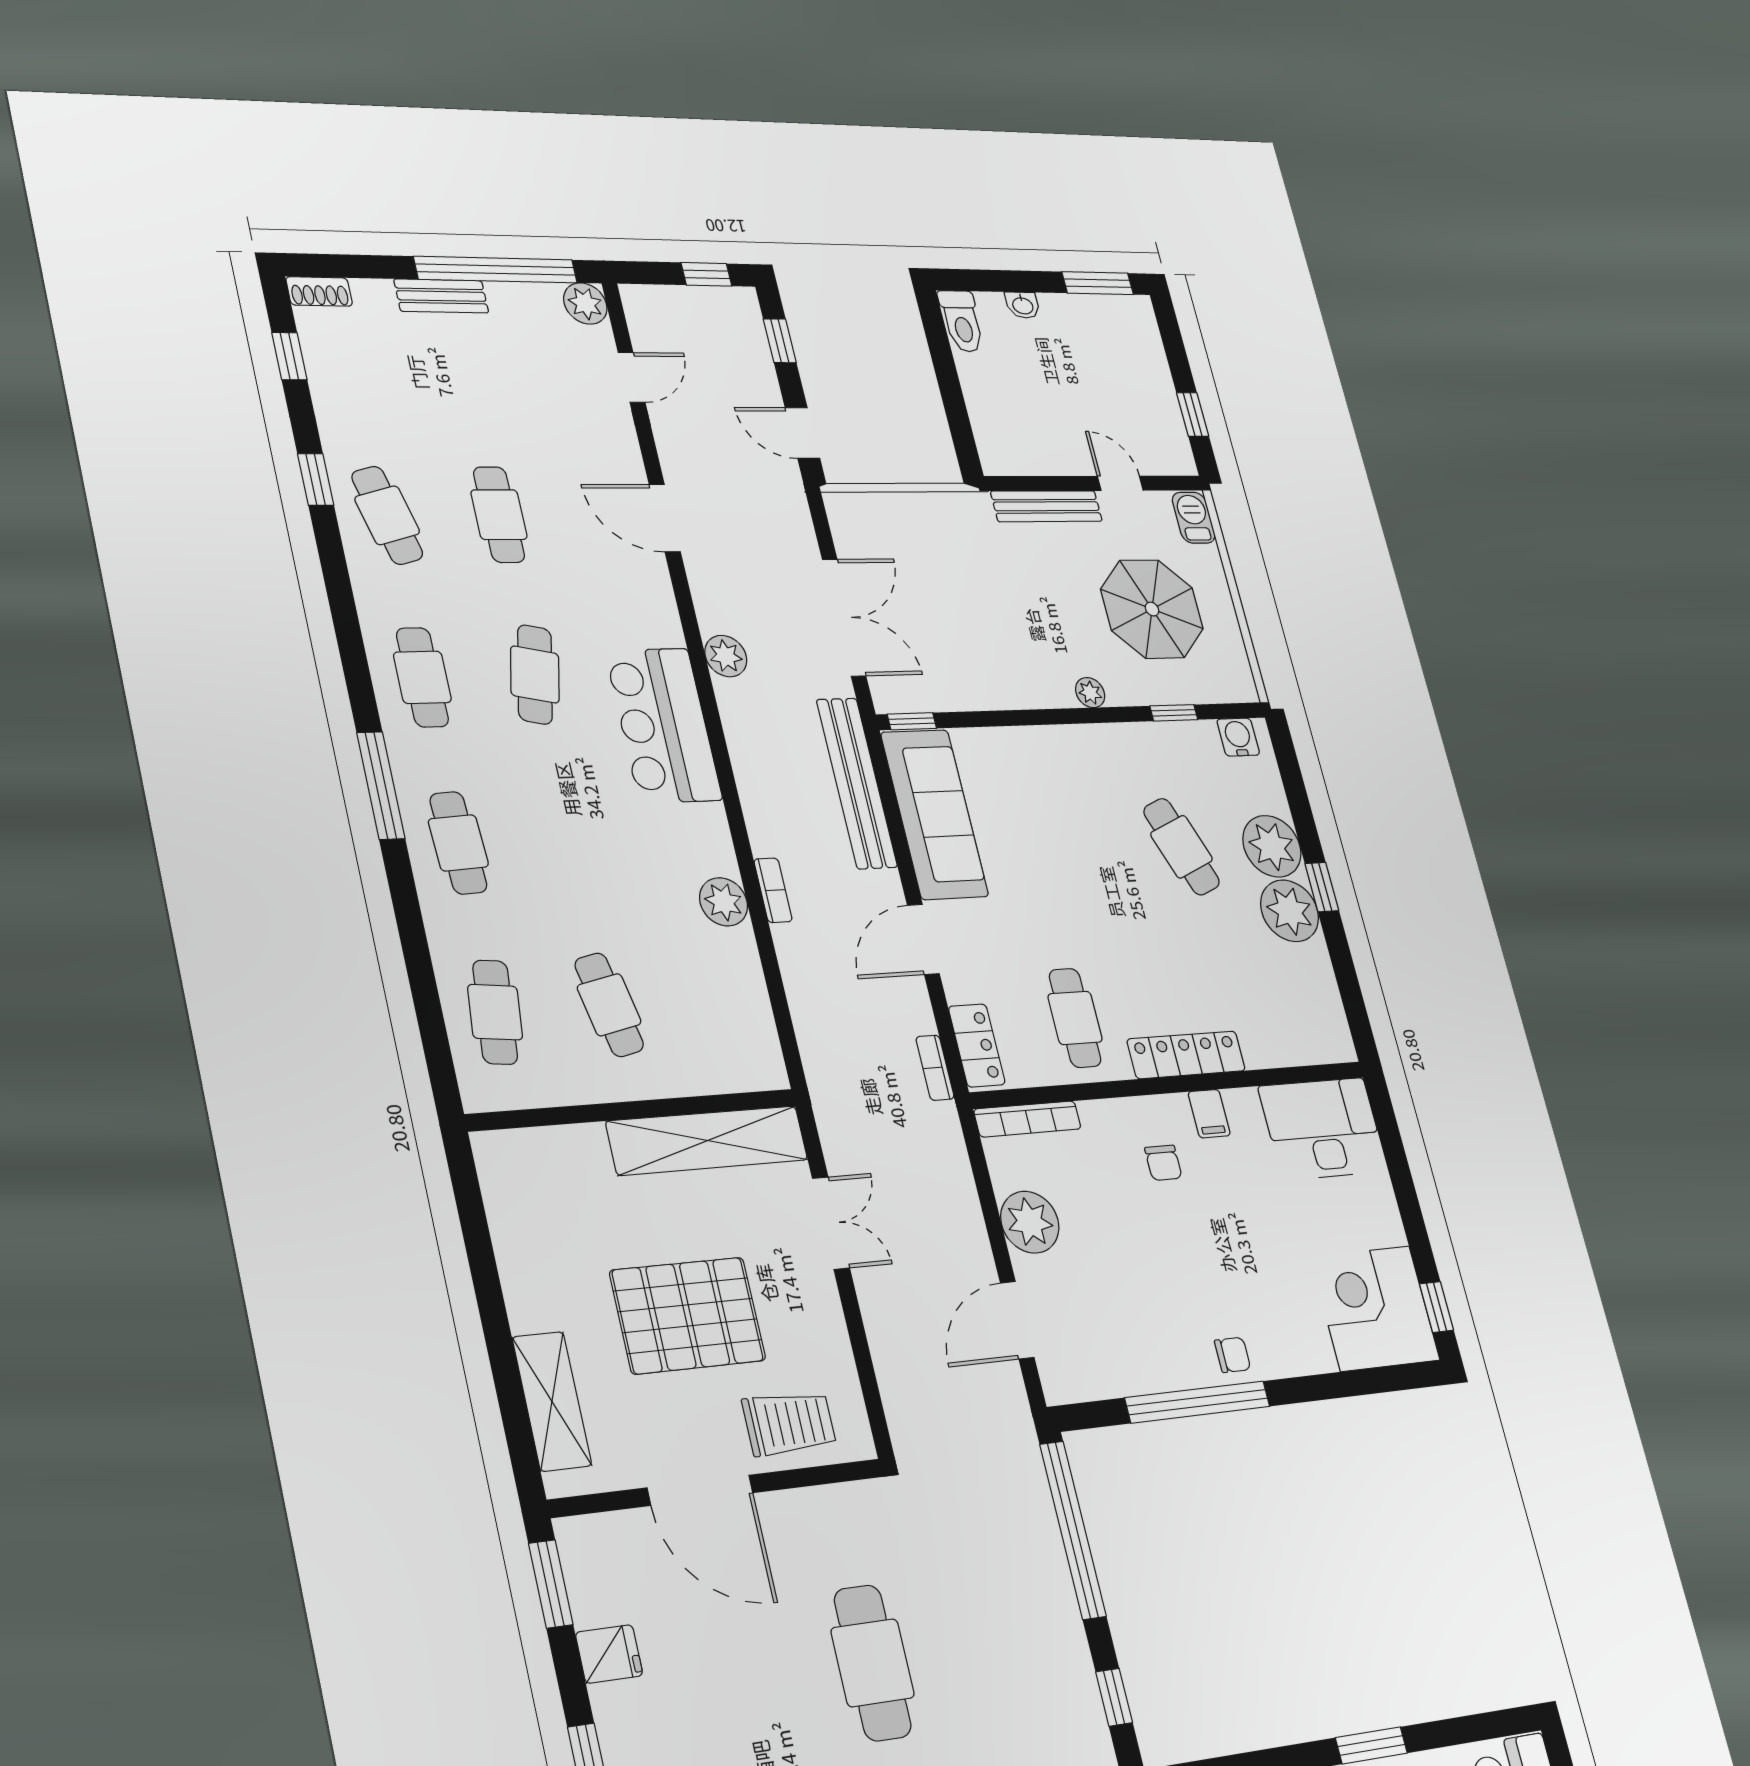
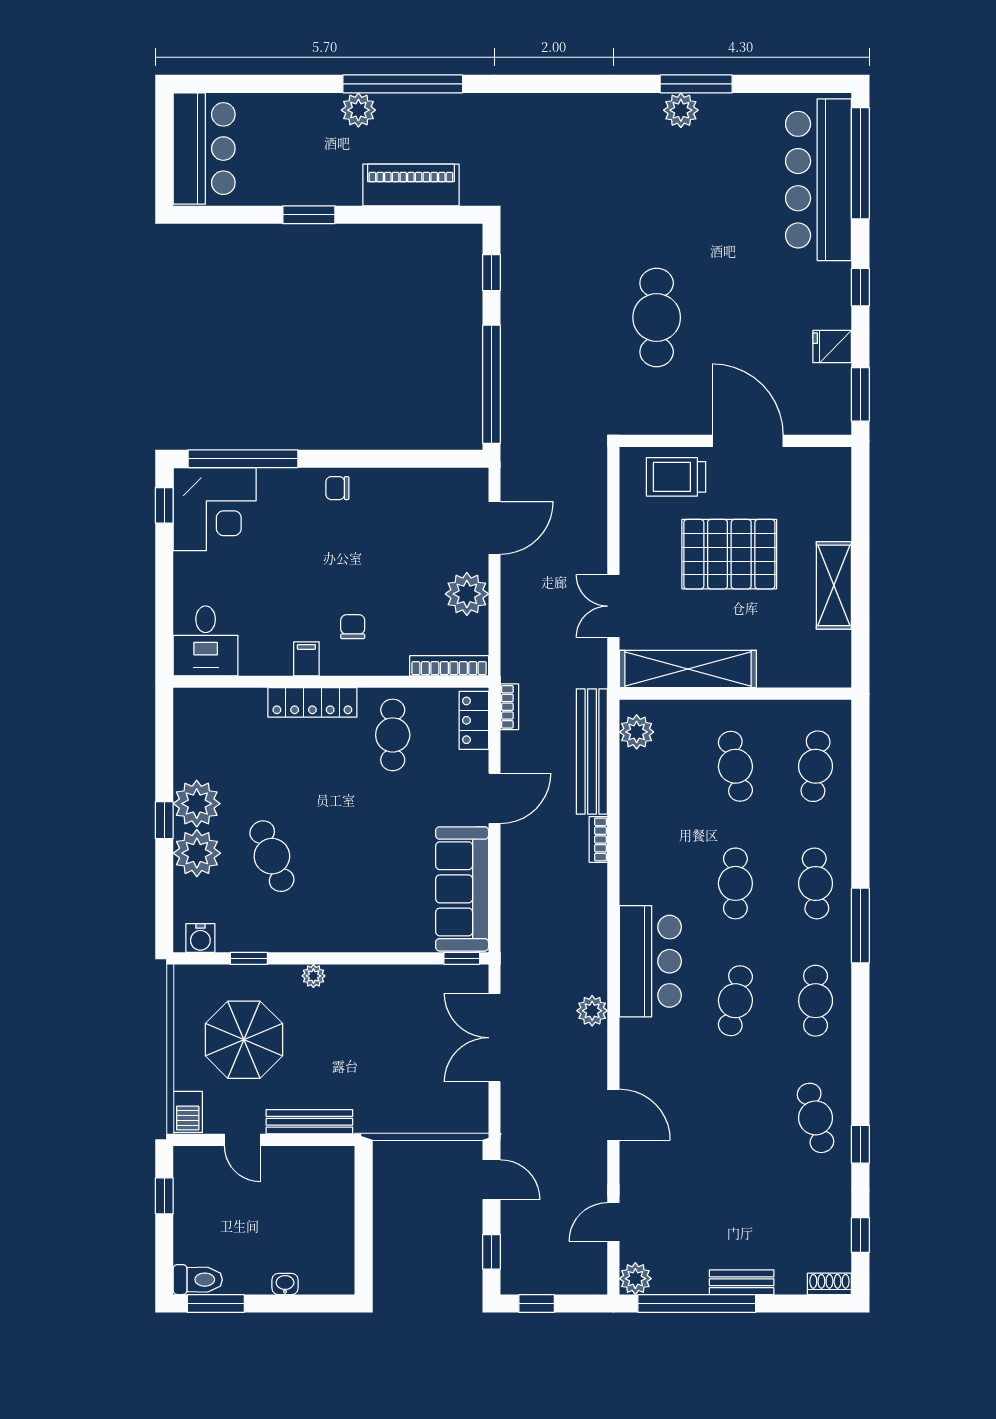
toilet: (962, 321) -> (198, 1280), moved, turned 90
cafe table: (499, 515) -> (735, 883), moved
bench: (857, 783) -> (592, 751), moved
plant: (724, 902) -> (637, 732), moved
desk: (1323, 1129) -> (206, 641), width x0.73
shelving: (552, 1401) -> (834, 585), moved
window: (1198, 1402) -> (243, 459), moved

